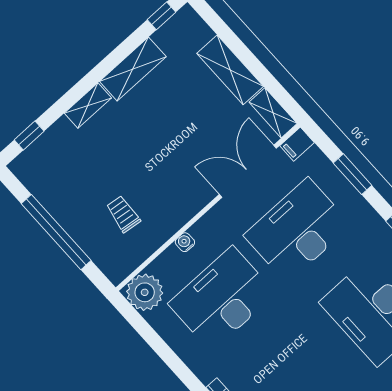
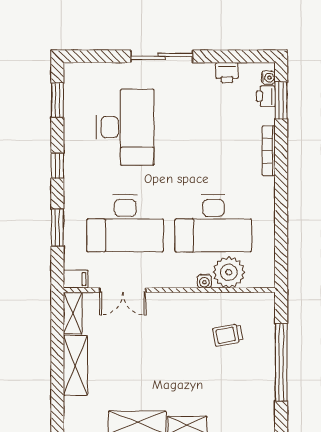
double door: (248, 171) -> (123, 290), width x0.73
trolley: (123, 214) -> (228, 335), turned 72
plant: (145, 292) -> (229, 272), moved

